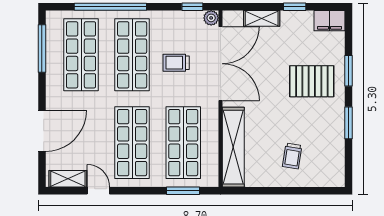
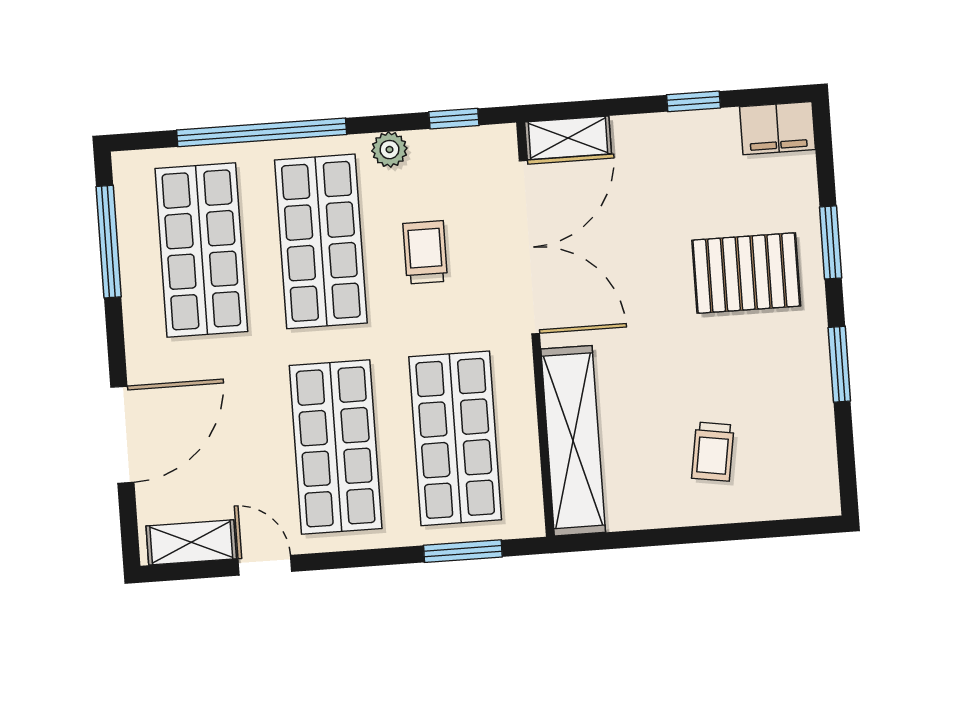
plant: (211, 18) -> (389, 150), moved
shelving: (262, 18) -> (568, 138), moved
trolley: (176, 63) -> (425, 252), turned 90

